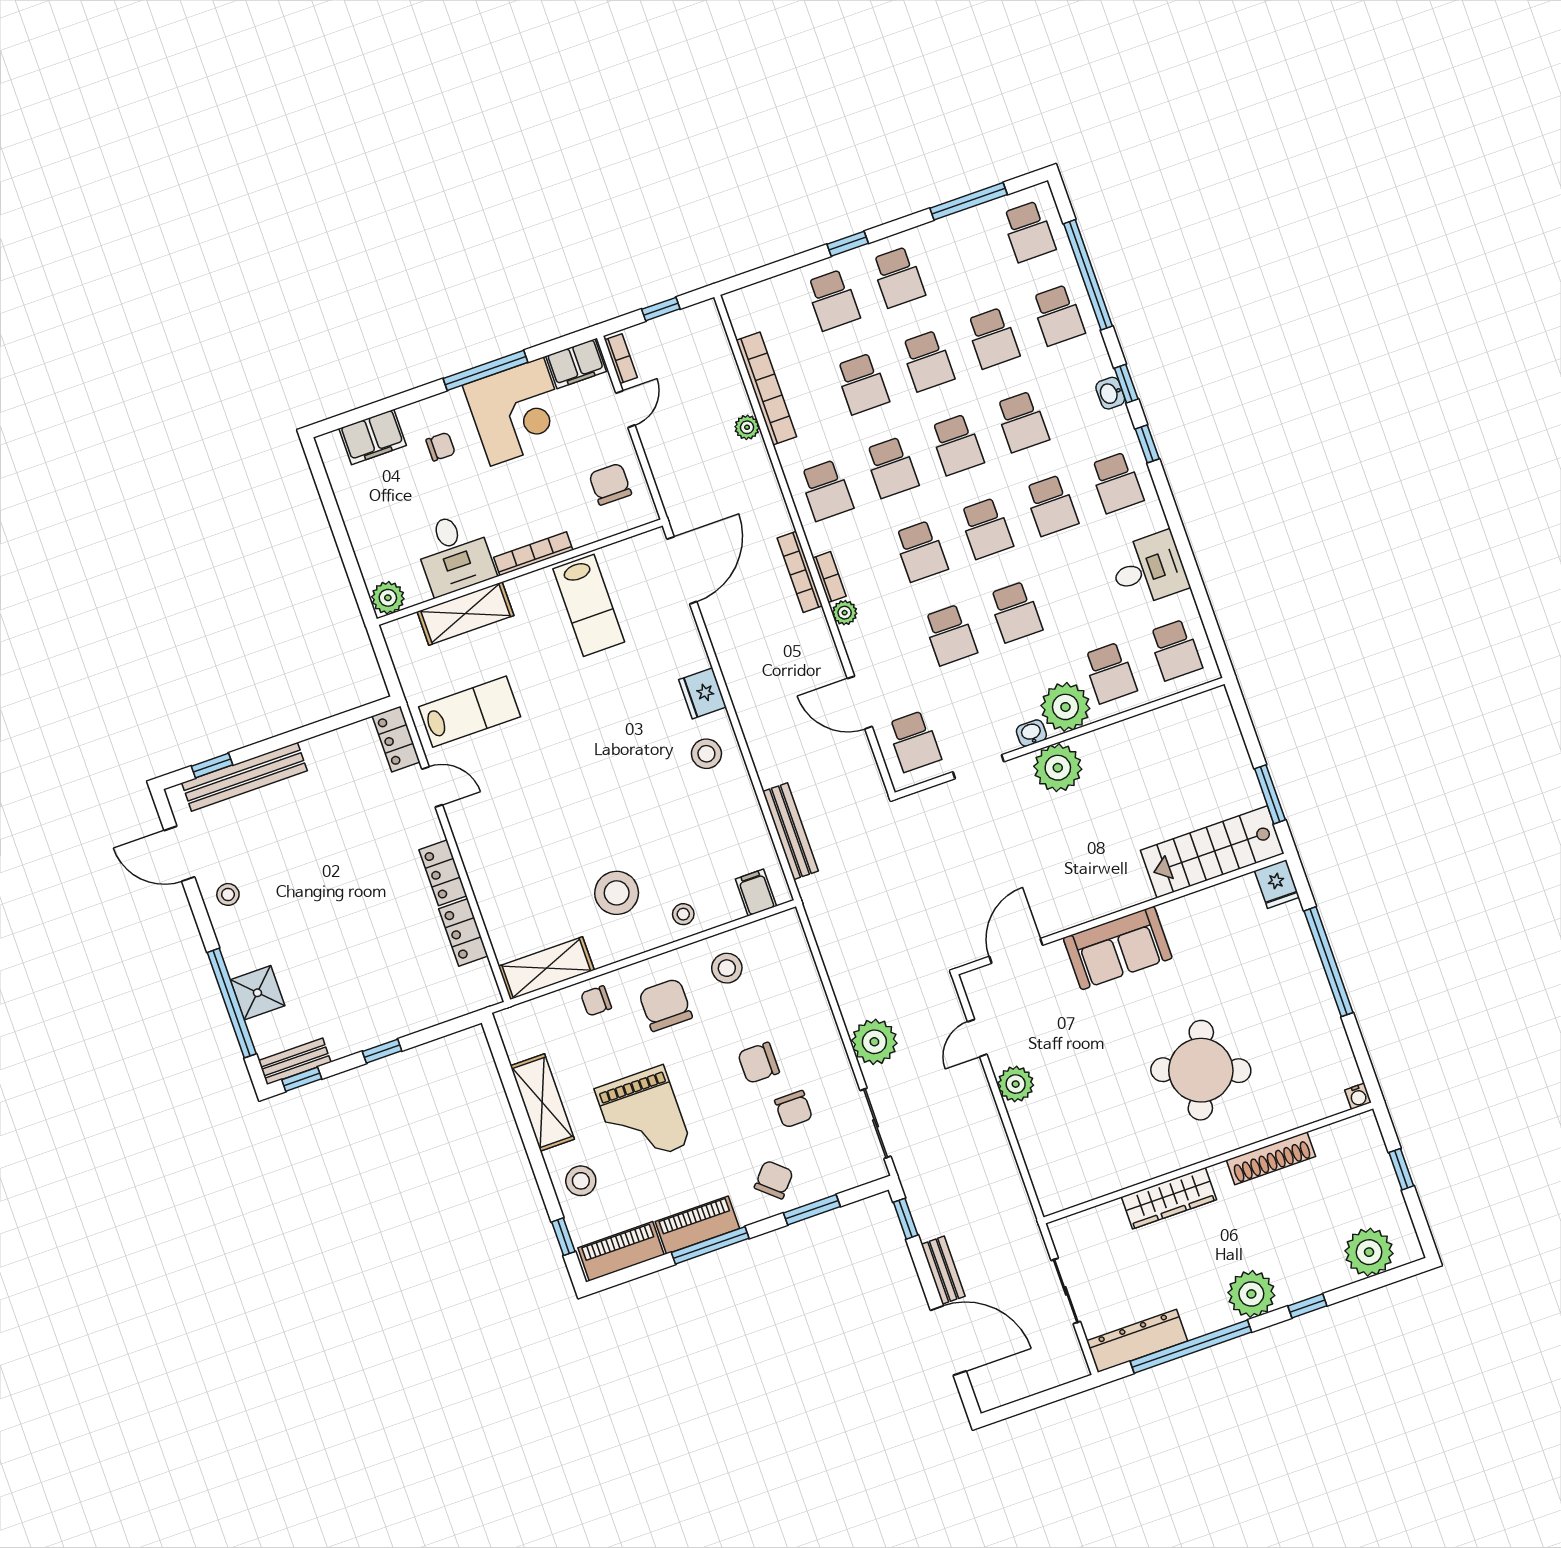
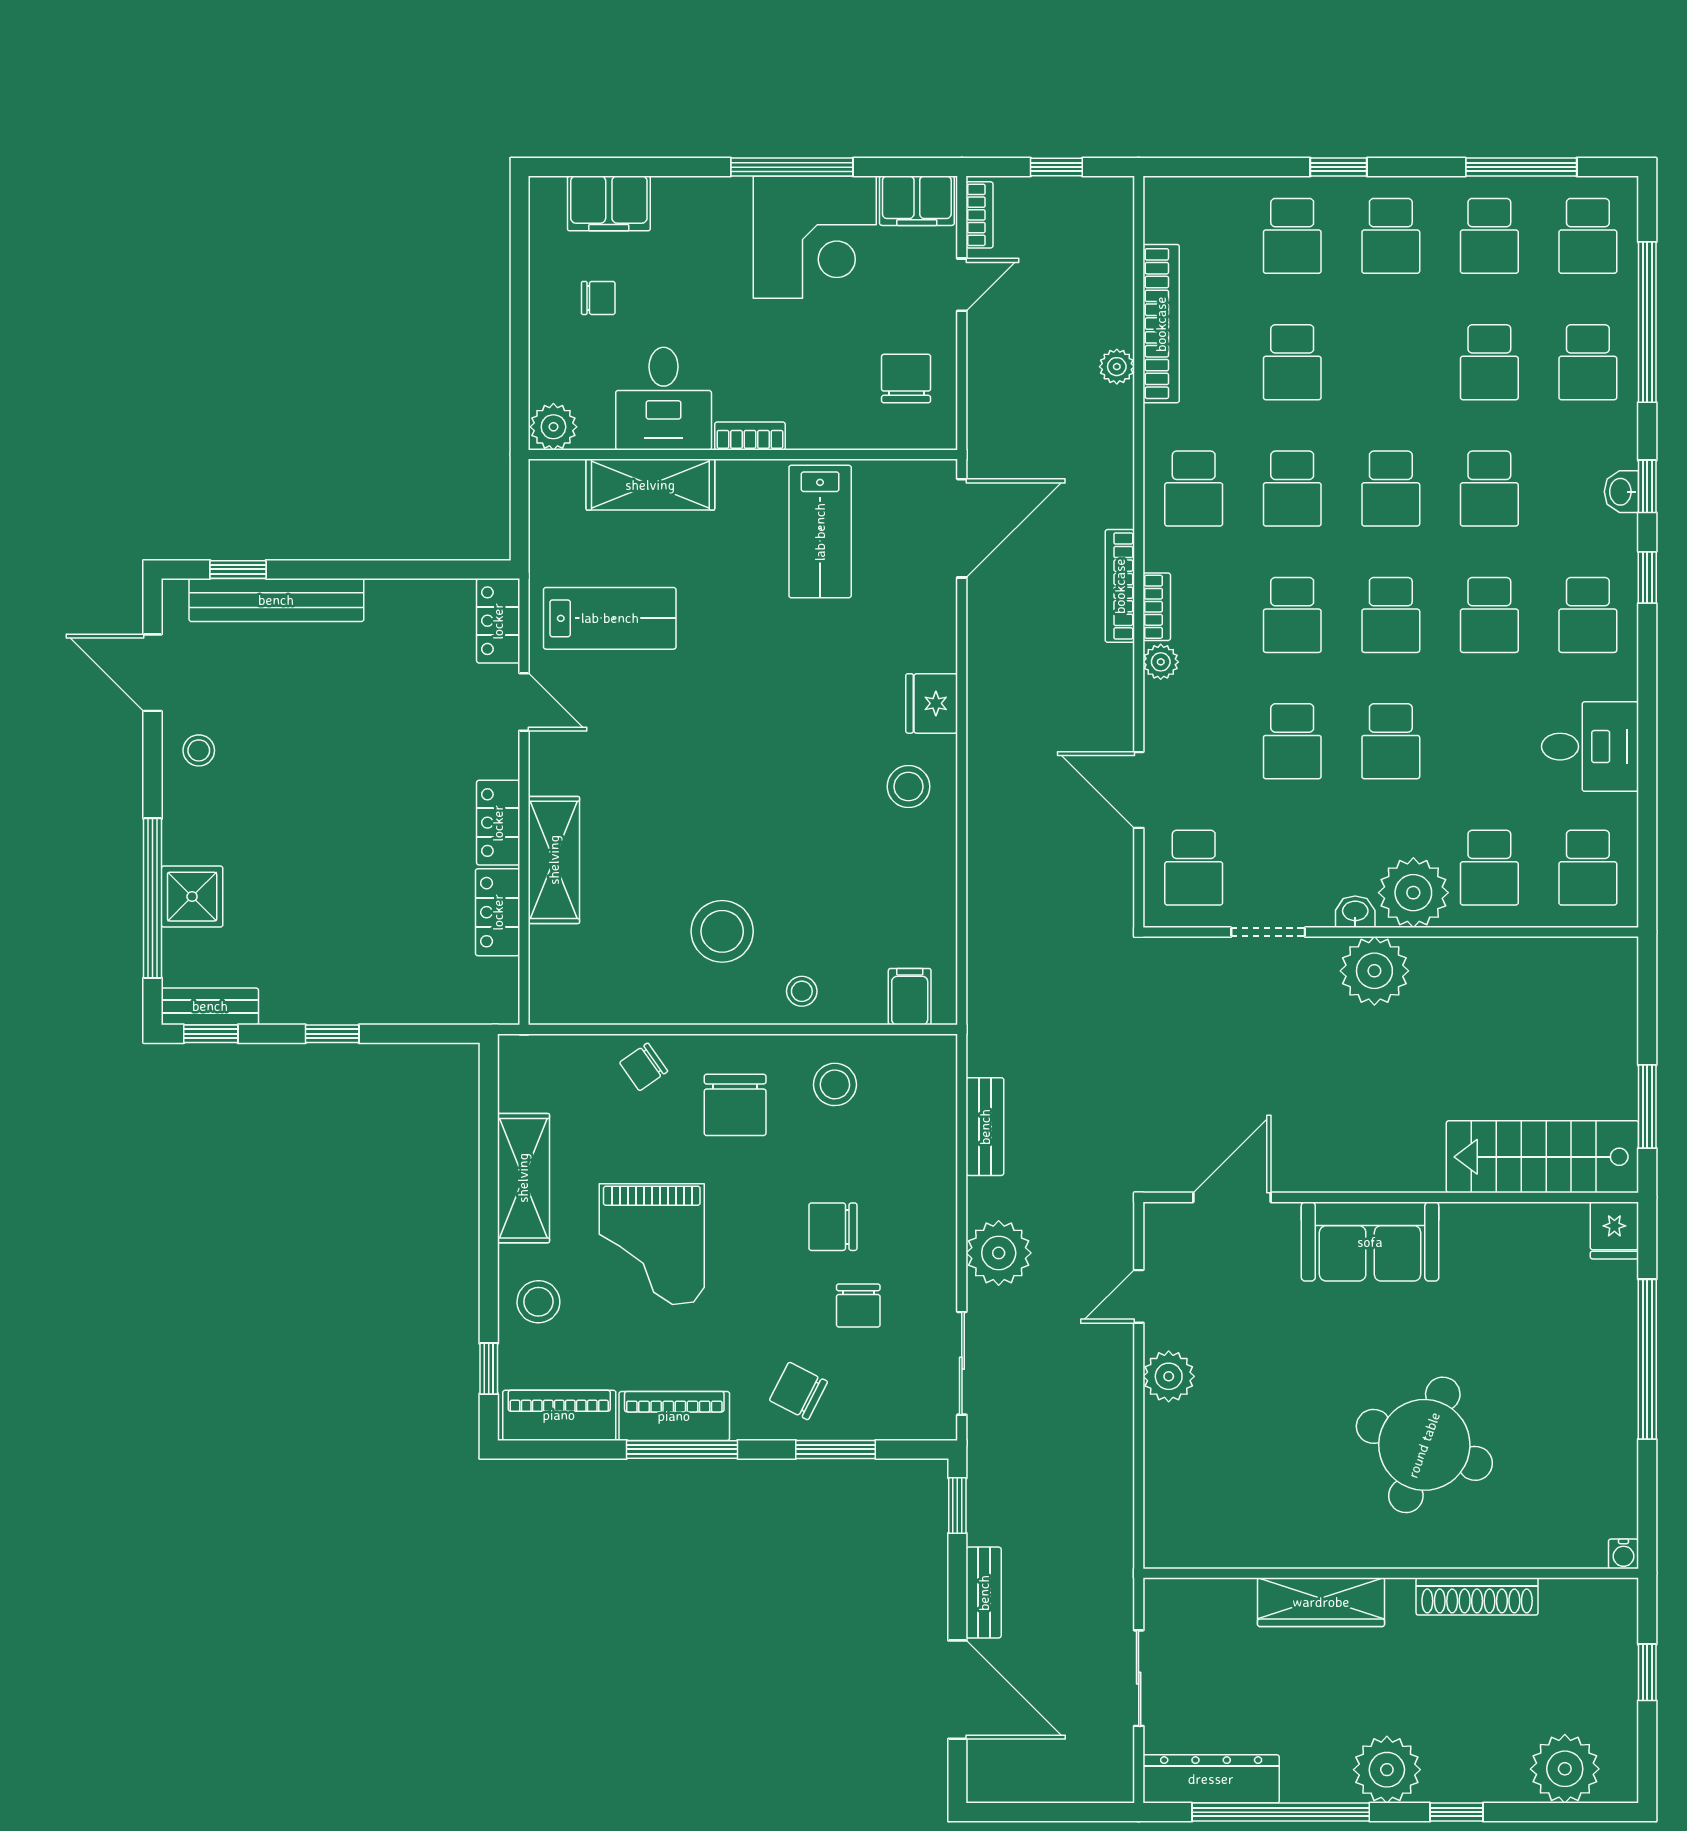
school desk: (927, 361) -> (1489, 236), moved
chair: (441, 447) -> (598, 298), moved
bookcase: (533, 554) -> (750, 436), width x0.64
bench: (790, 831) -> (985, 1127), moved, width x0.73
shelving: (546, 968) -> (554, 860), moved, turned 90
chair: (596, 1001) -> (644, 1067), turned -35
chair: (665, 1005) -> (735, 1105), turned 180
chair: (774, 1180) -> (798, 1391), turned -104

